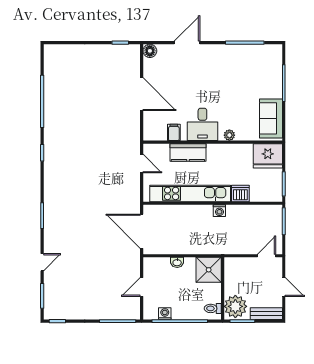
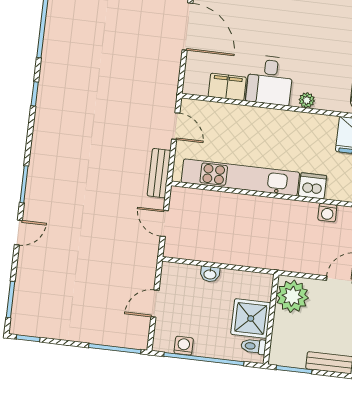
filing cabinet: (174, 132) -> (227, 87), width x2.00
kitchen counter: (188, 152) -> (244, 118), removed
bench: (134, 197) -> (159, 173), added
washing machine: (219, 211) -> (327, 213), moved
door: (142, 231) -> (164, 223), width x0.53
door: (42, 262) -> (18, 233), moved
shower: (209, 270) -> (251, 318), moved
plant: (235, 306) -> (292, 296), moved

